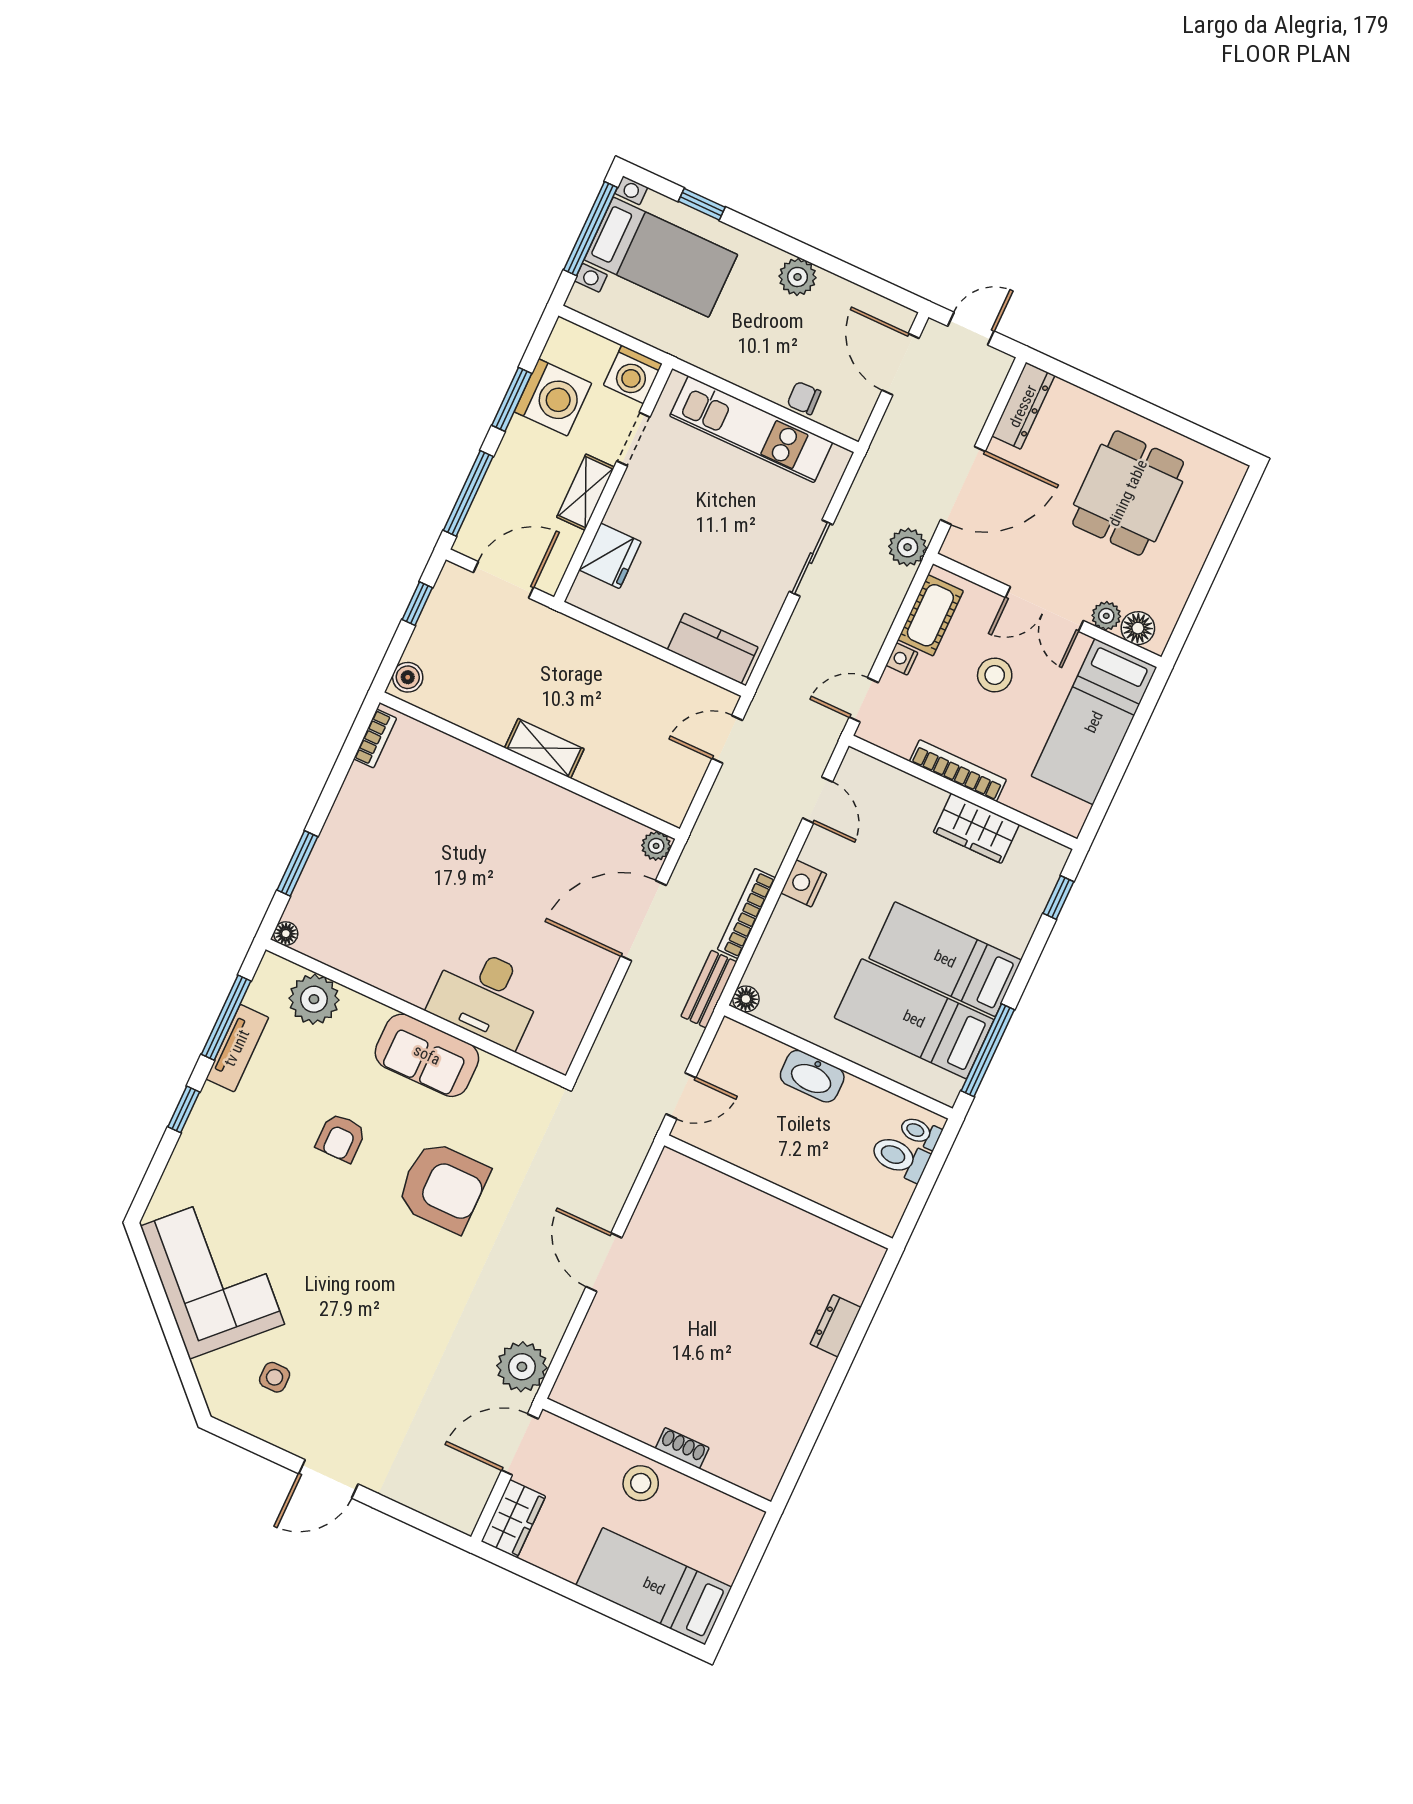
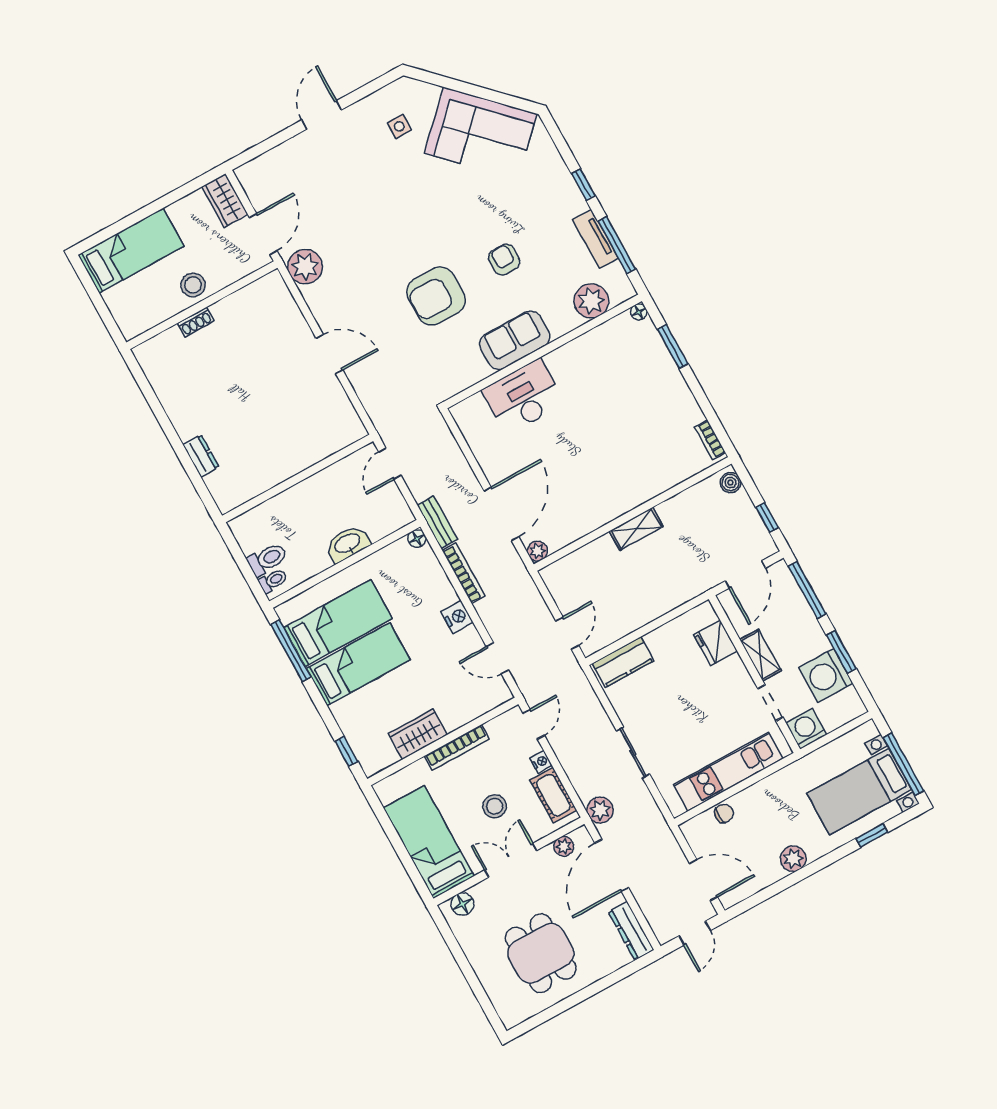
plant: (1106, 616) -> (564, 846), moved

